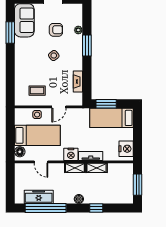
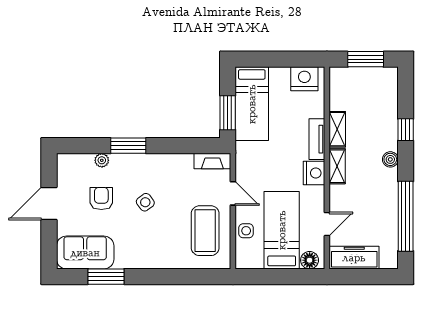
fireplace: (78, 82) -> (212, 161), moved
coffee table: (37, 91) -> (205, 231), width x1.86, depth x1.72
freezer: (39, 197) -> (354, 258), moved, turned 90

